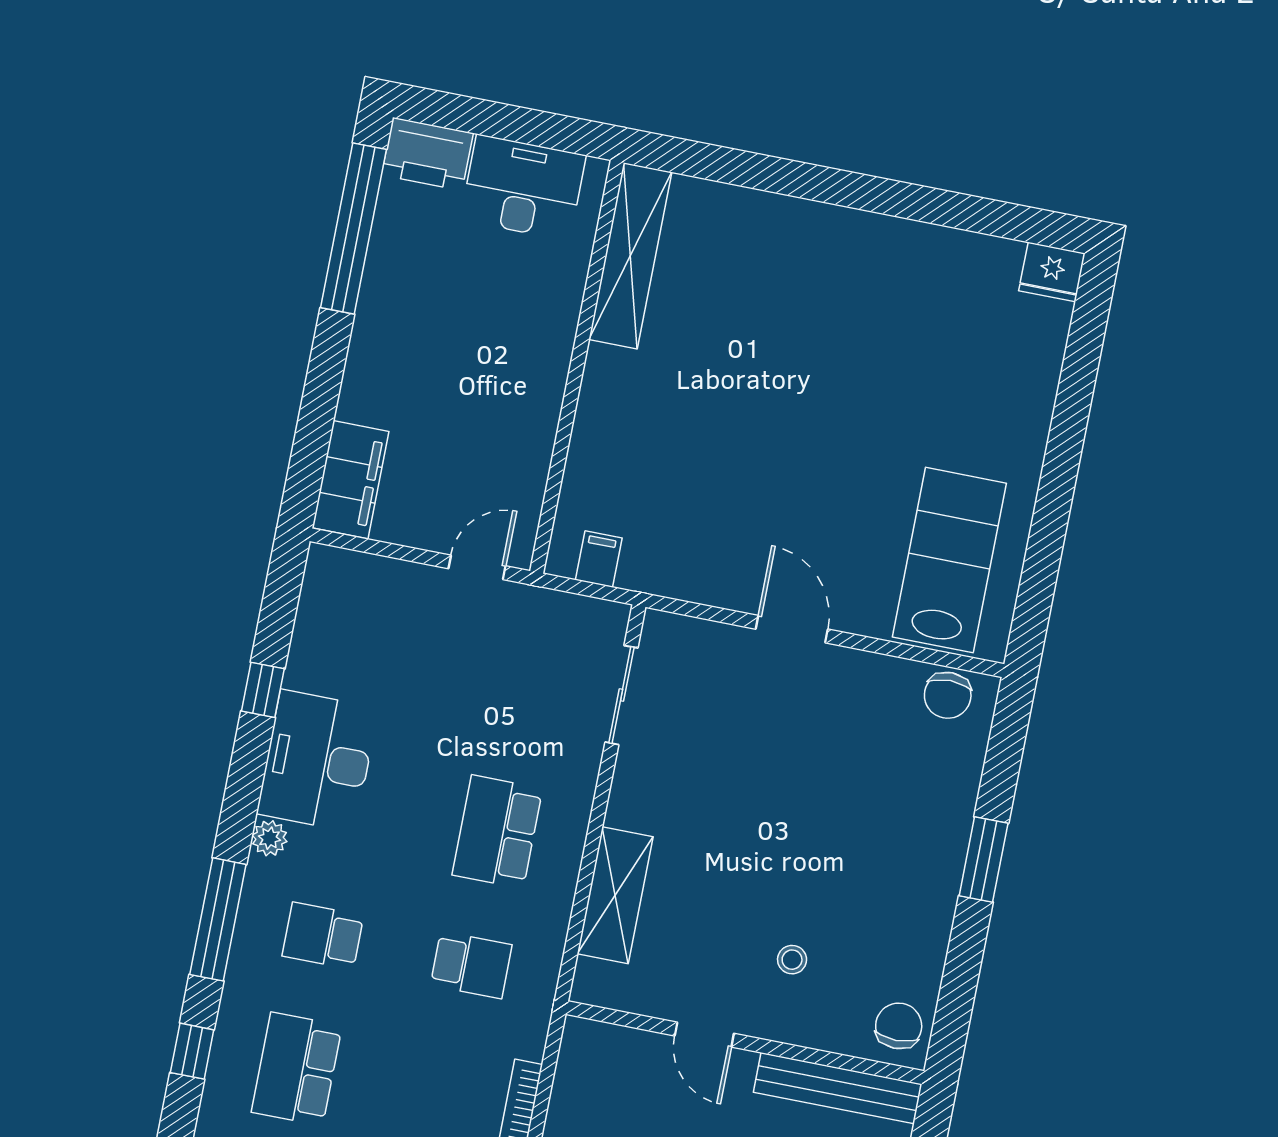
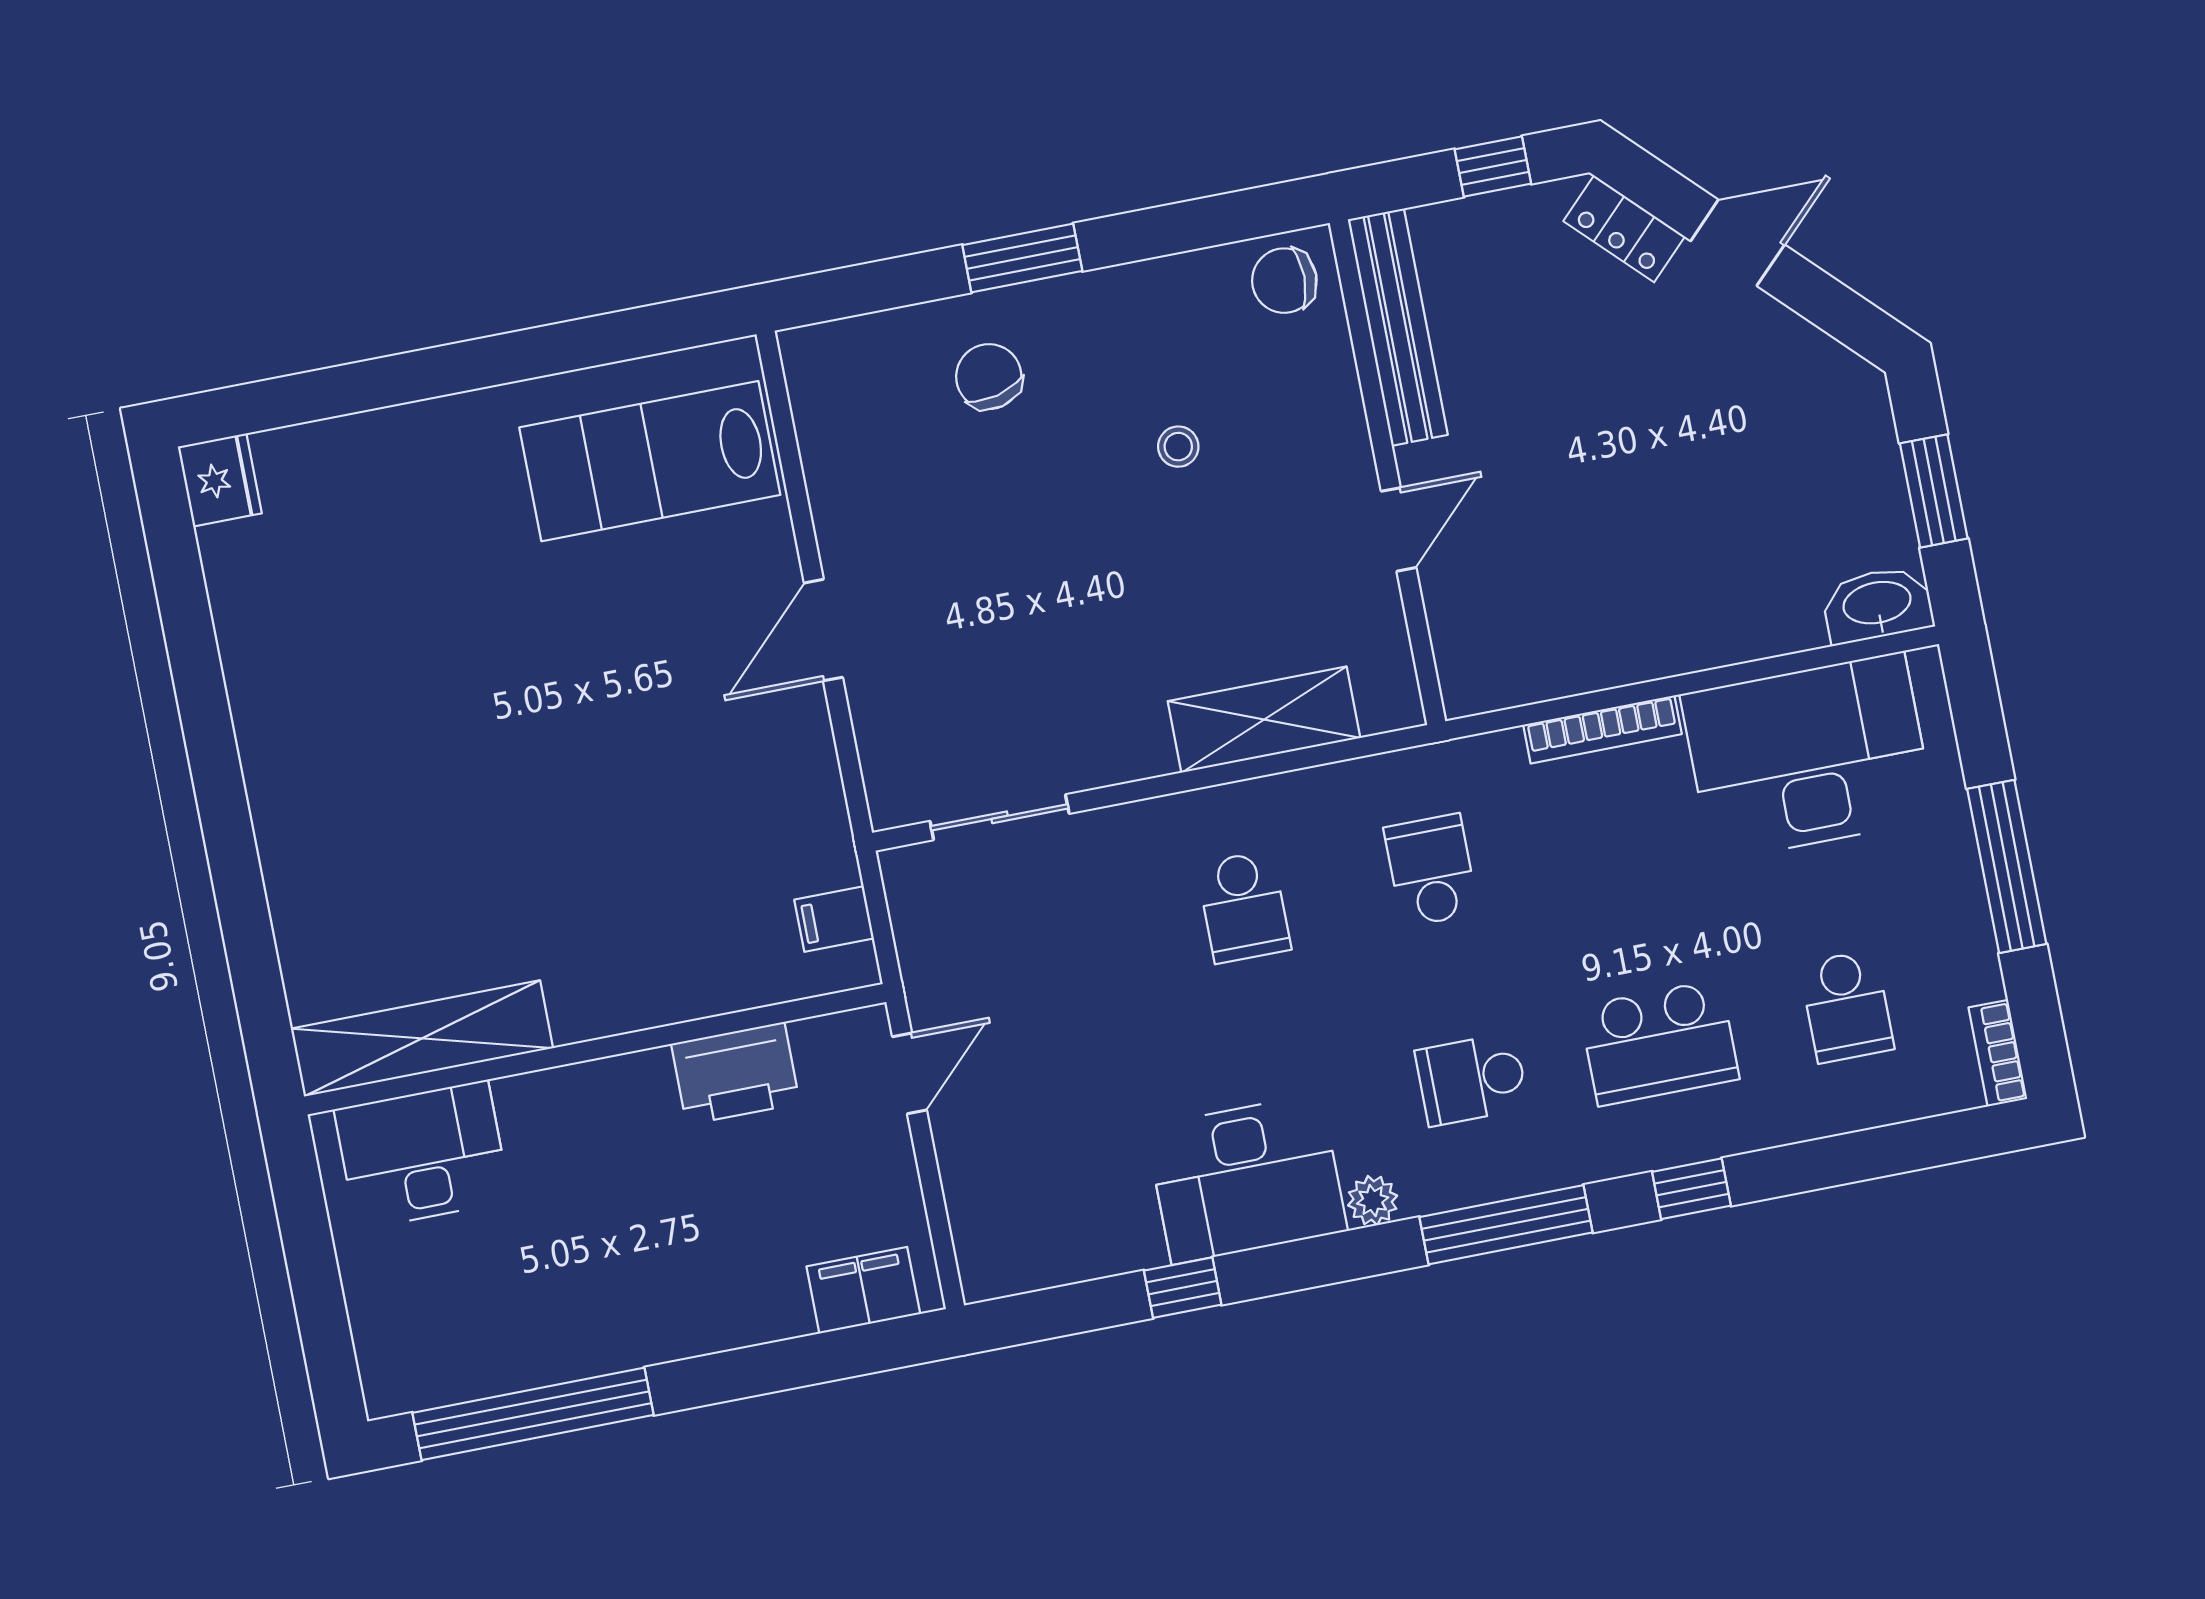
printer: (427, 154) -> (735, 1073), moved, turned 90
desk: (523, 188) -> (422, 1155), moved, turned 90
filing cabinet: (351, 480) -> (863, 1290), width x0.67, depth x0.86
door: (477, 567) -> (910, 1073), swing flipped
chair: (948, 695) -> (989, 377), moved, turned -104
school desk: (497, 832) -> (1244, 907), width x0.54
school desk: (323, 936) -> (1472, 1079), turned 90
stool: (792, 960) -> (1178, 447), moved

